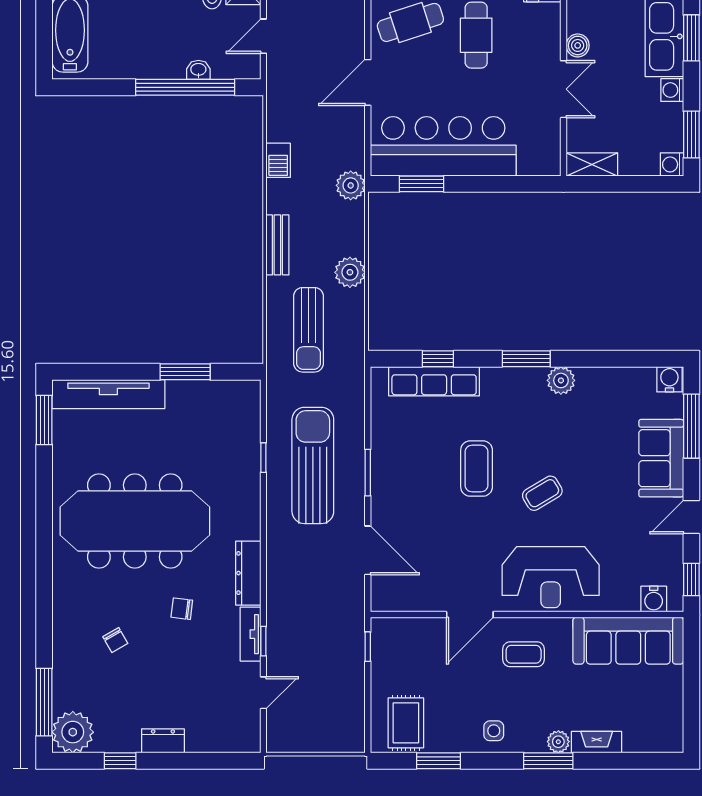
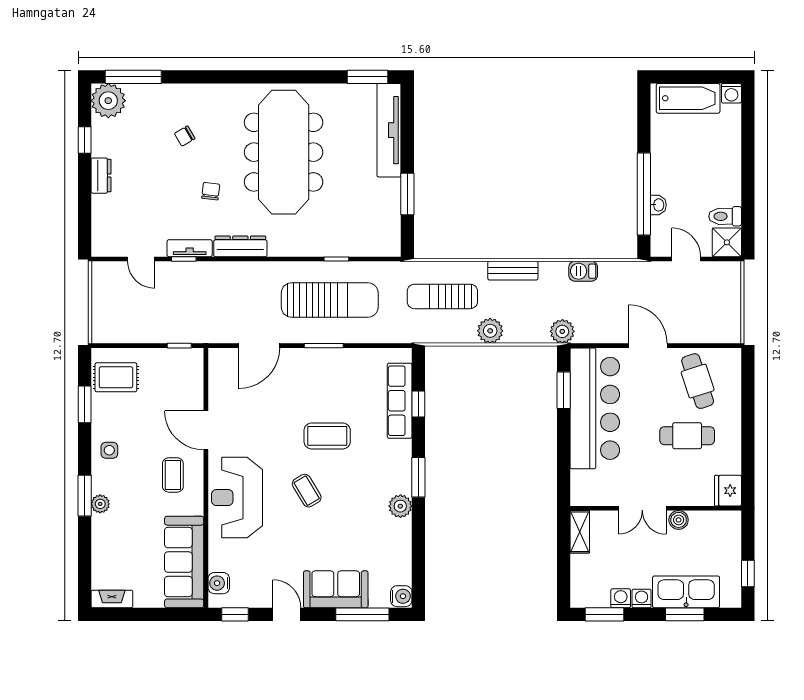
washing machine: (672, 164) -> (621, 598), moved
fireplace: (597, 742) -> (112, 599), moved, turned -90

